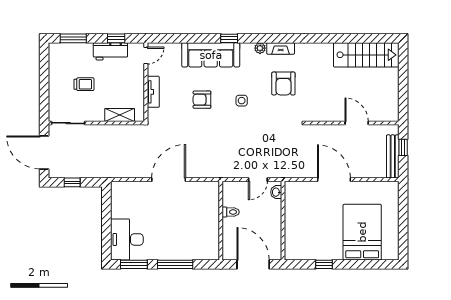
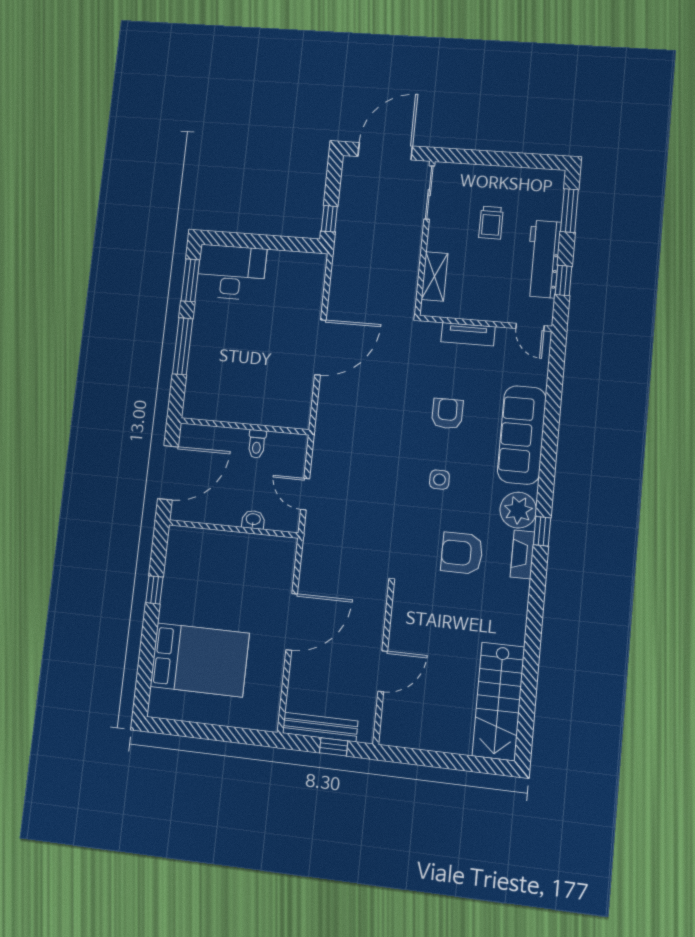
window: (229, 38) -> (542, 531), moved
plant: (260, 48) -> (518, 510), width x1.88, depth x1.88
workbench: (110, 51) -> (543, 259), width x1.38
door: (169, 180) -> (320, 347), hinge flipped
window: (72, 182) -> (329, 219), moved
washbasin: (276, 192) -> (253, 520), moved

